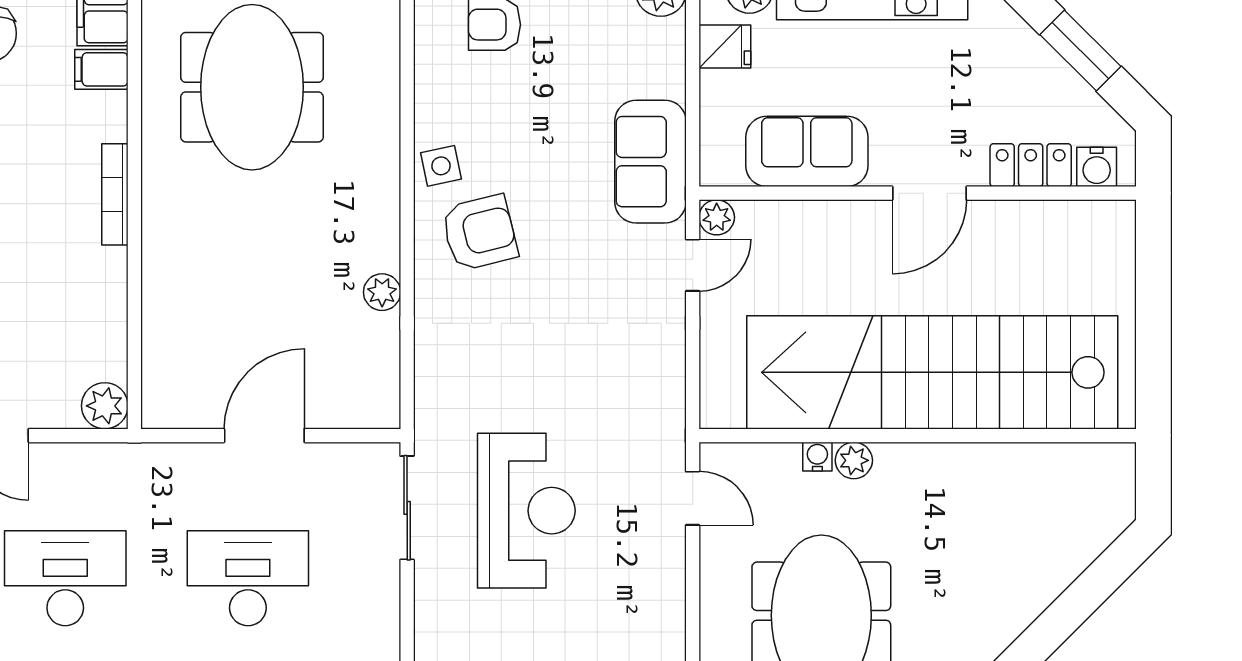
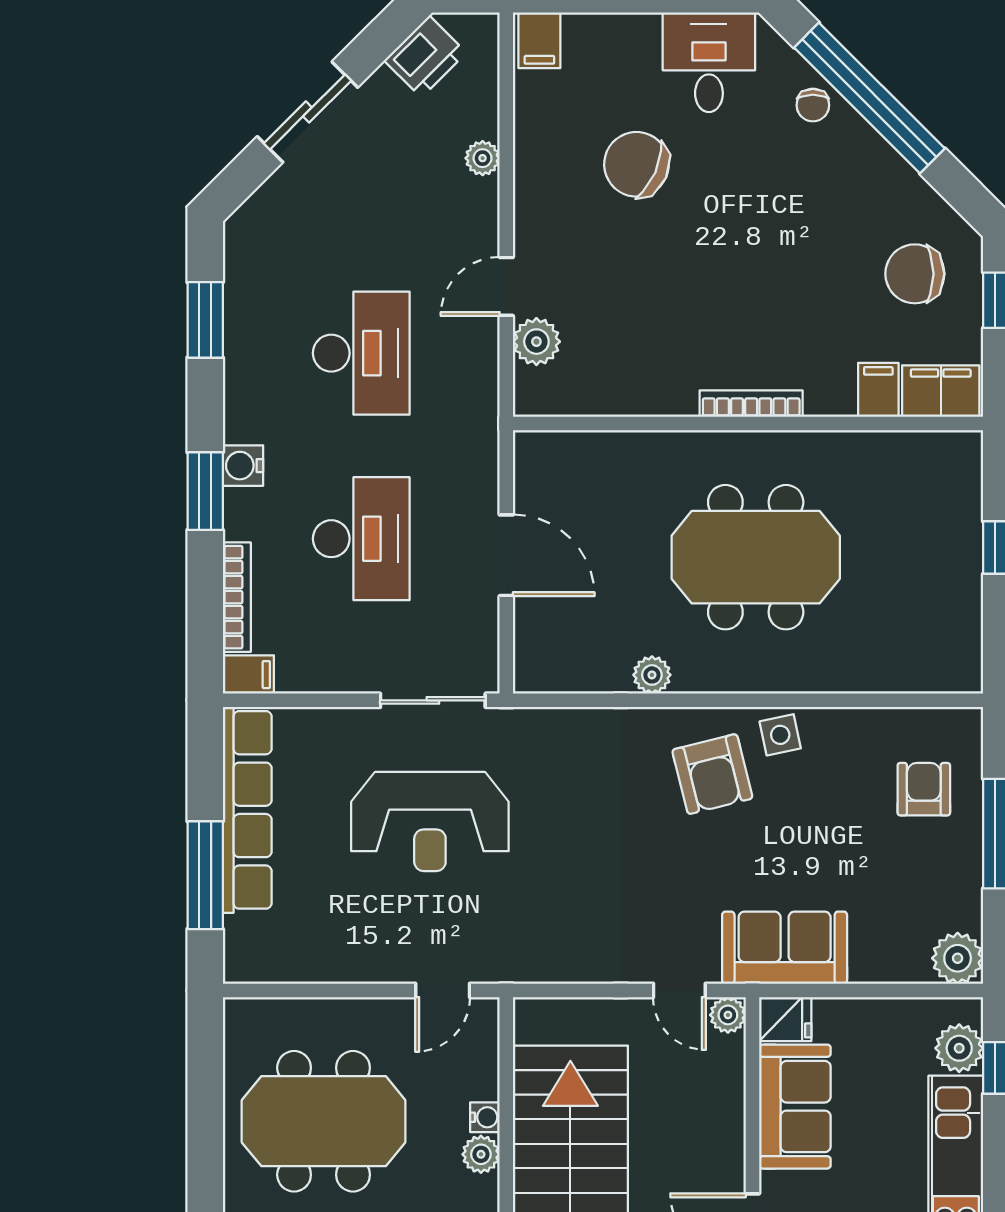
fridge: (725, 47) -> (785, 1019), moved, turned -90
meeting table: (252, 87) -> (756, 557), moved
plant: (105, 406) -> (536, 342), moved

